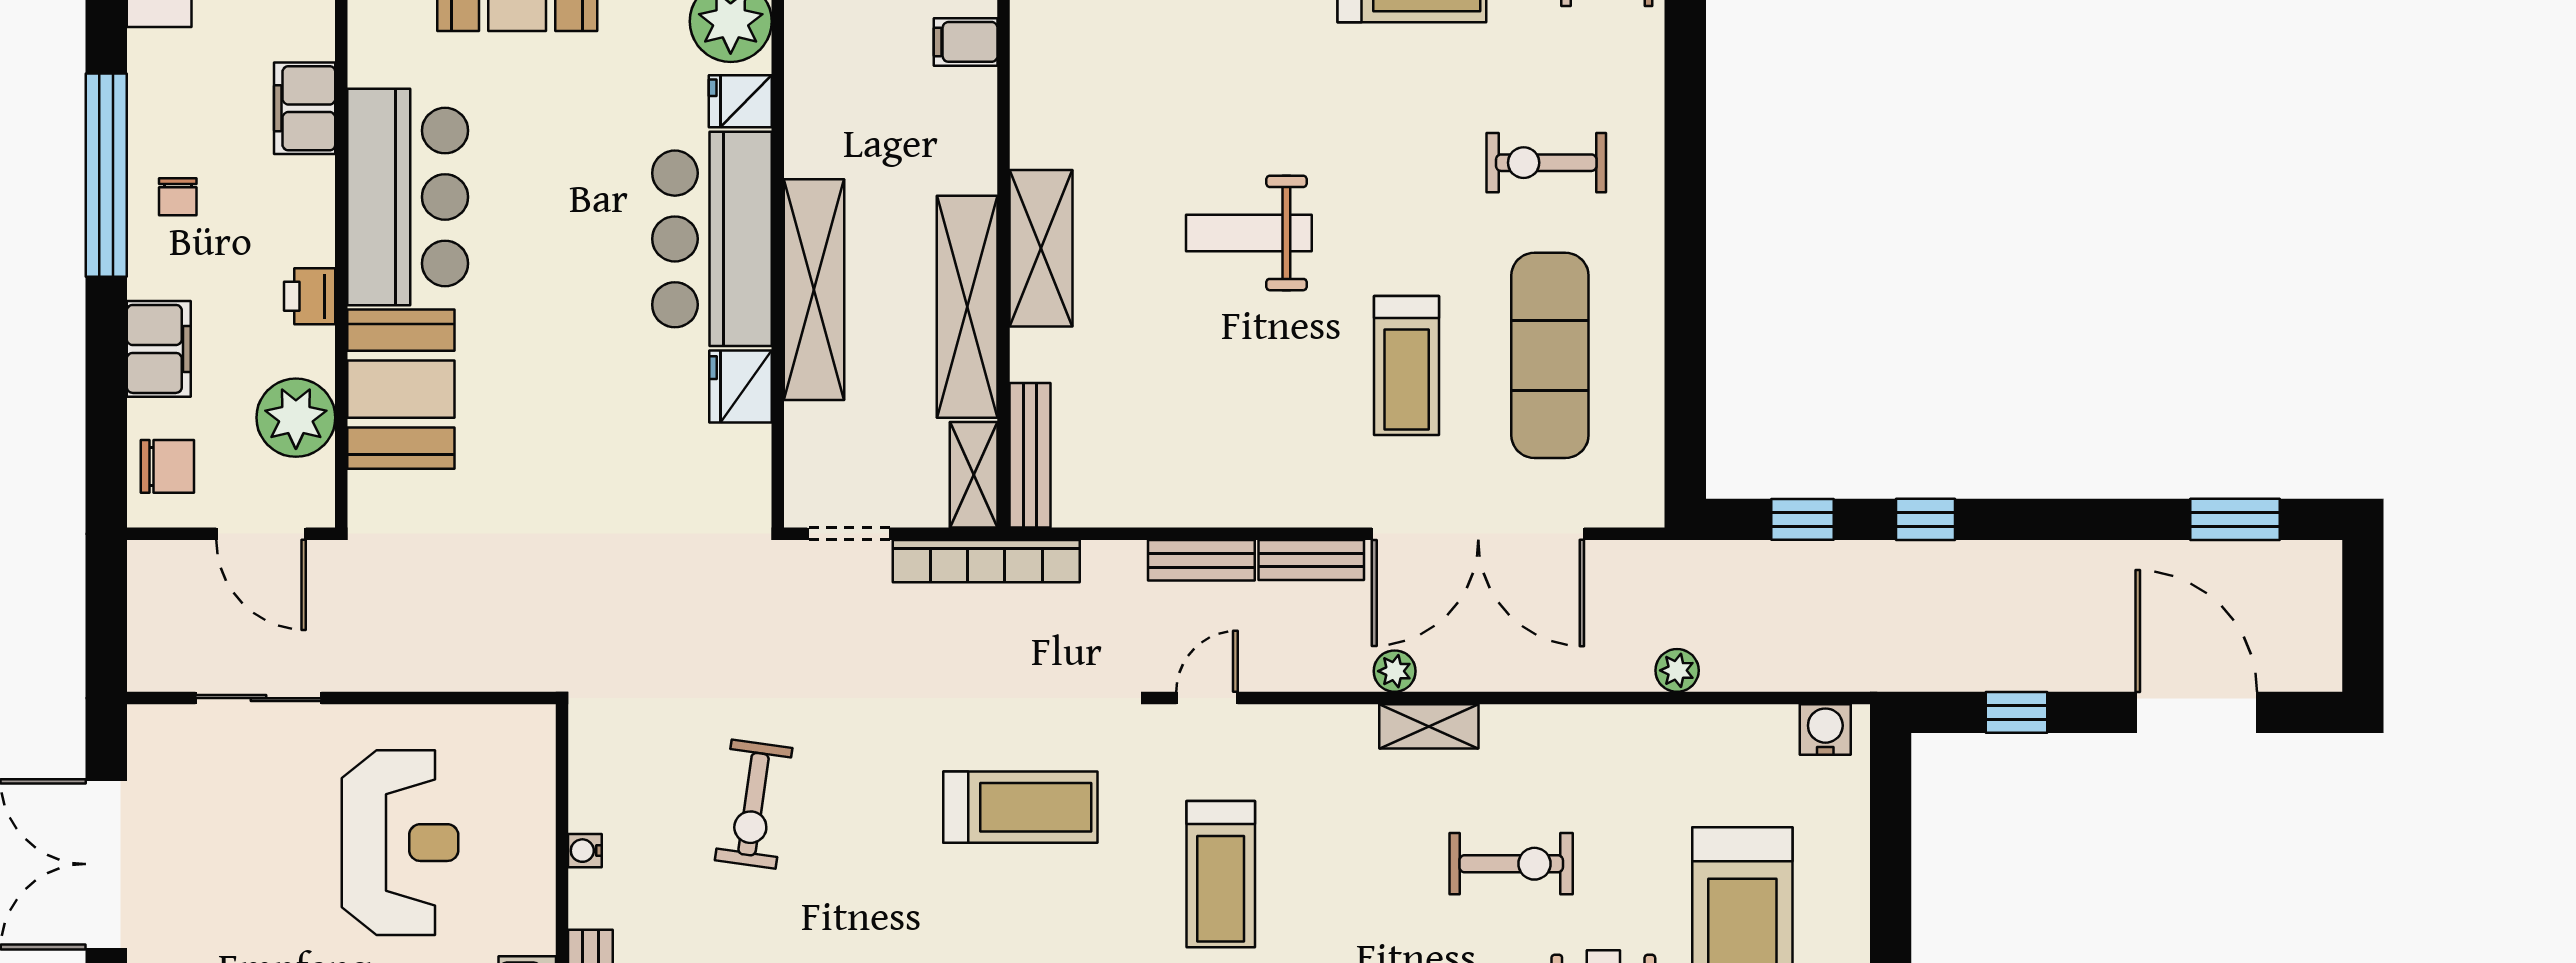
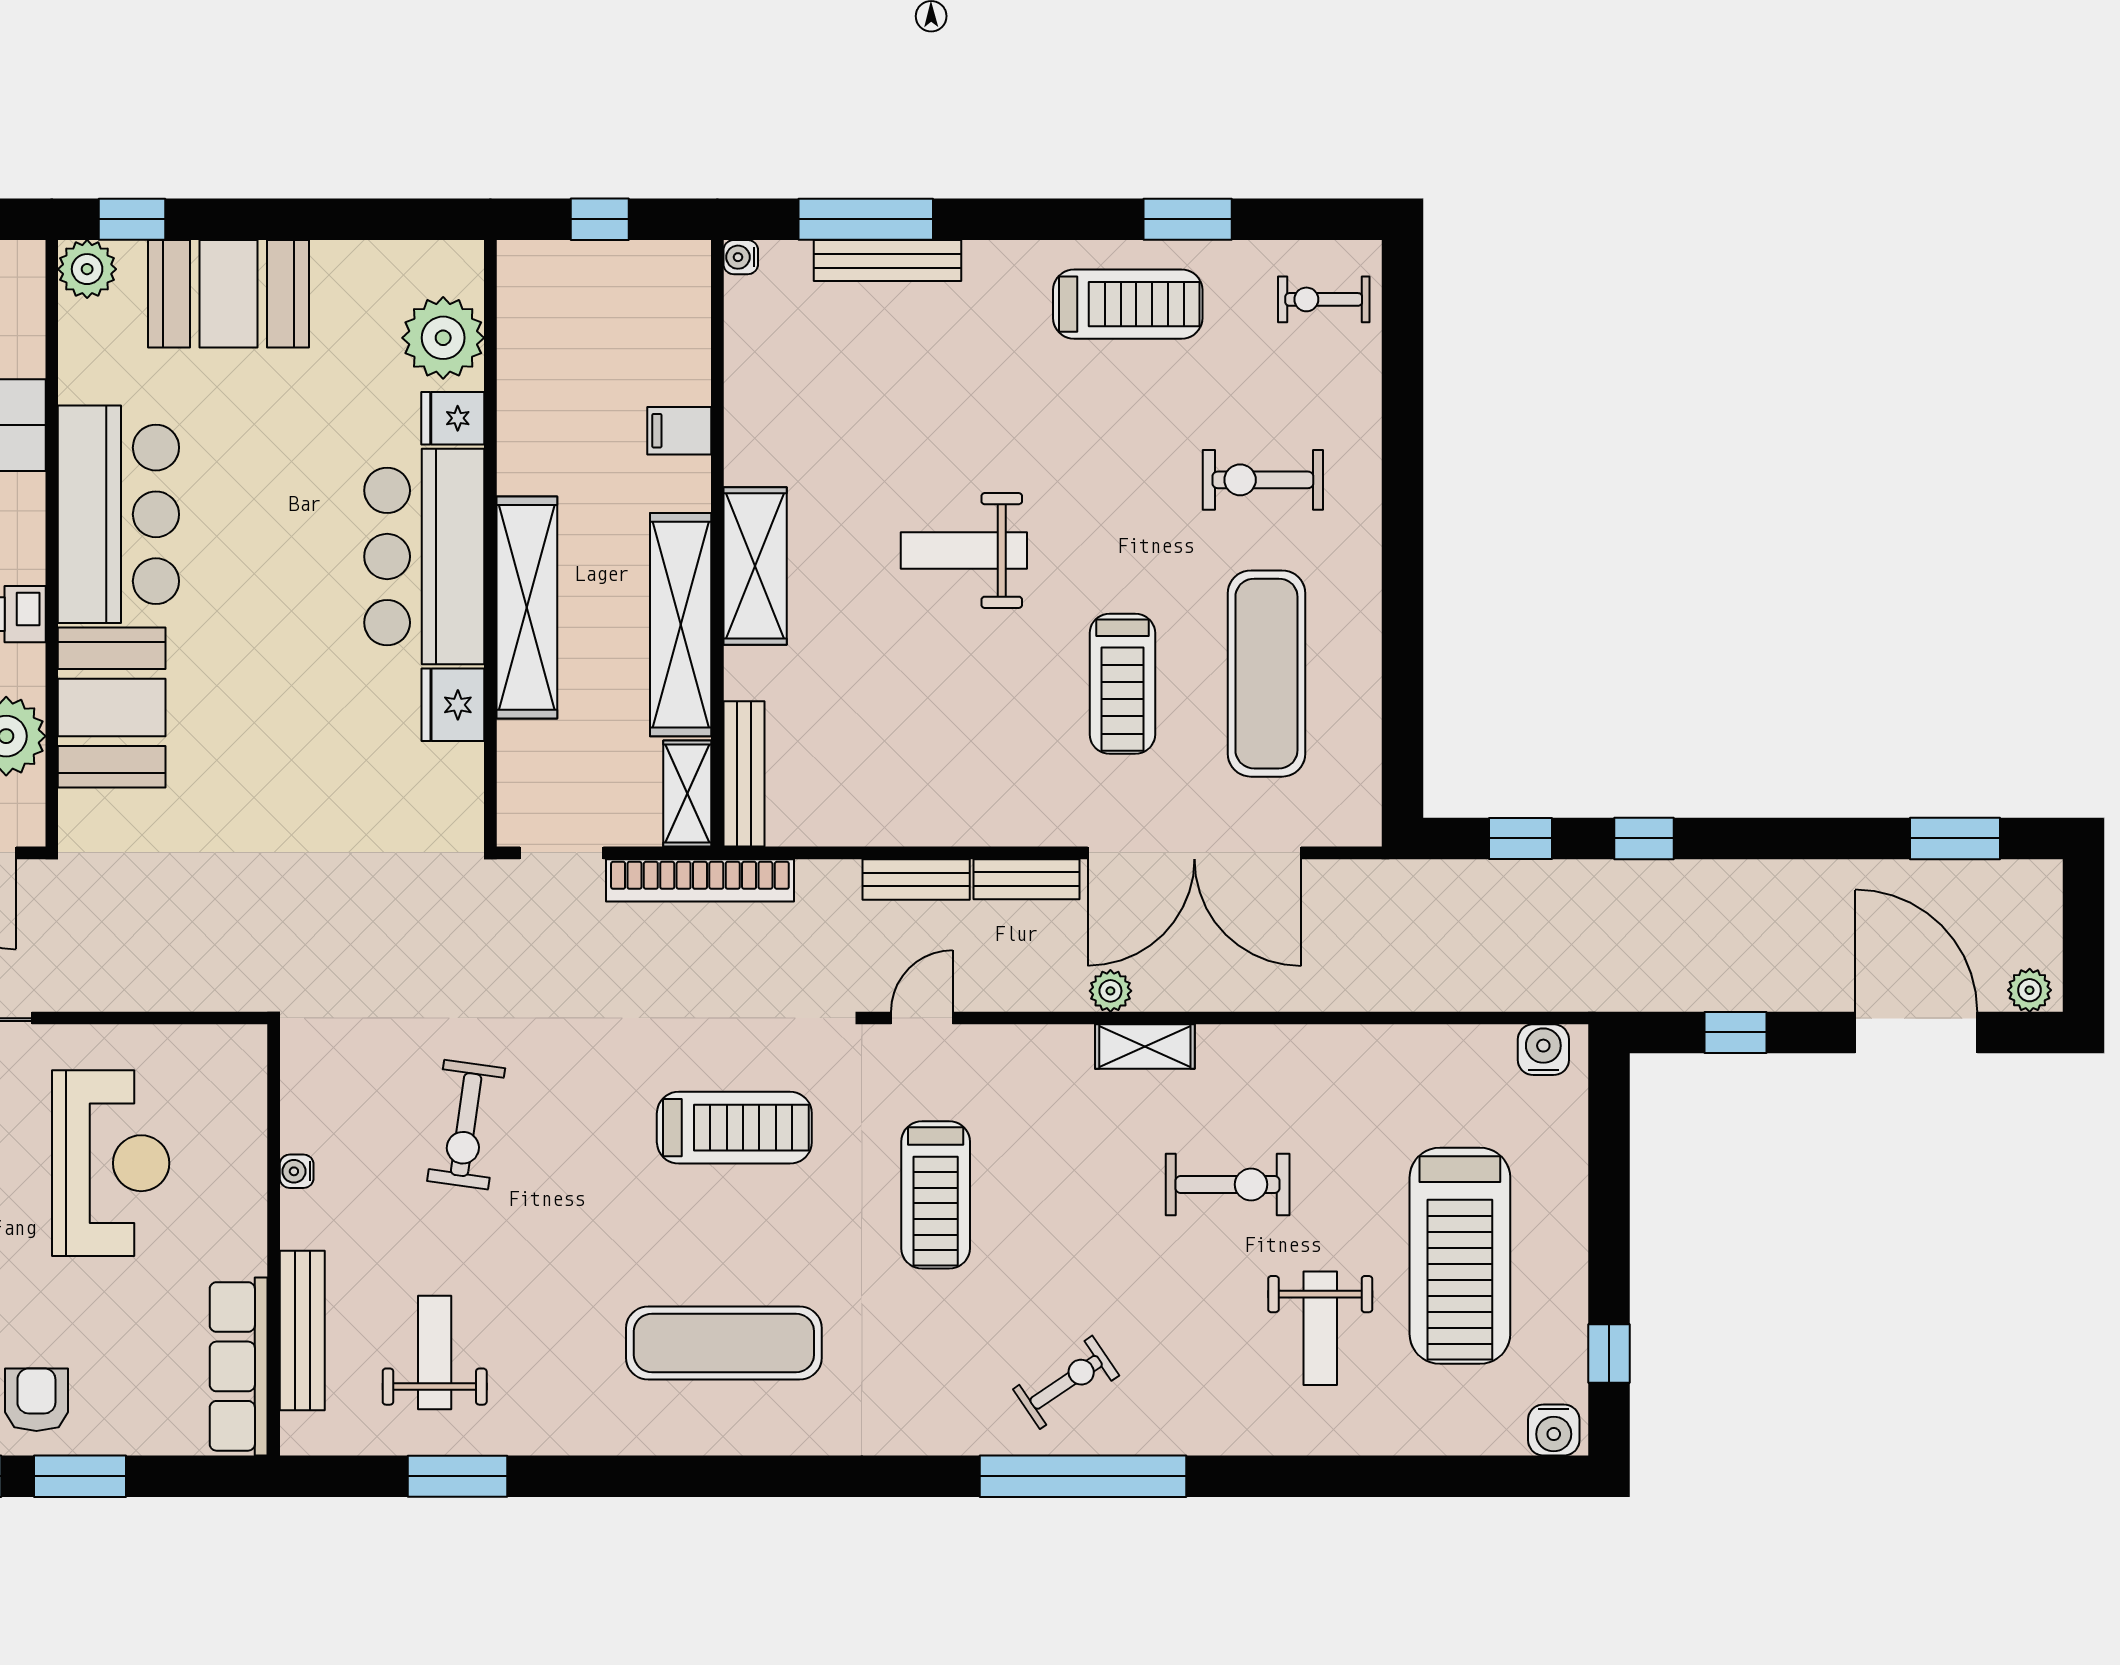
filing cabinet: (966, 42) -> (679, 431), moved
plant: (1677, 670) -> (2030, 990), moved

